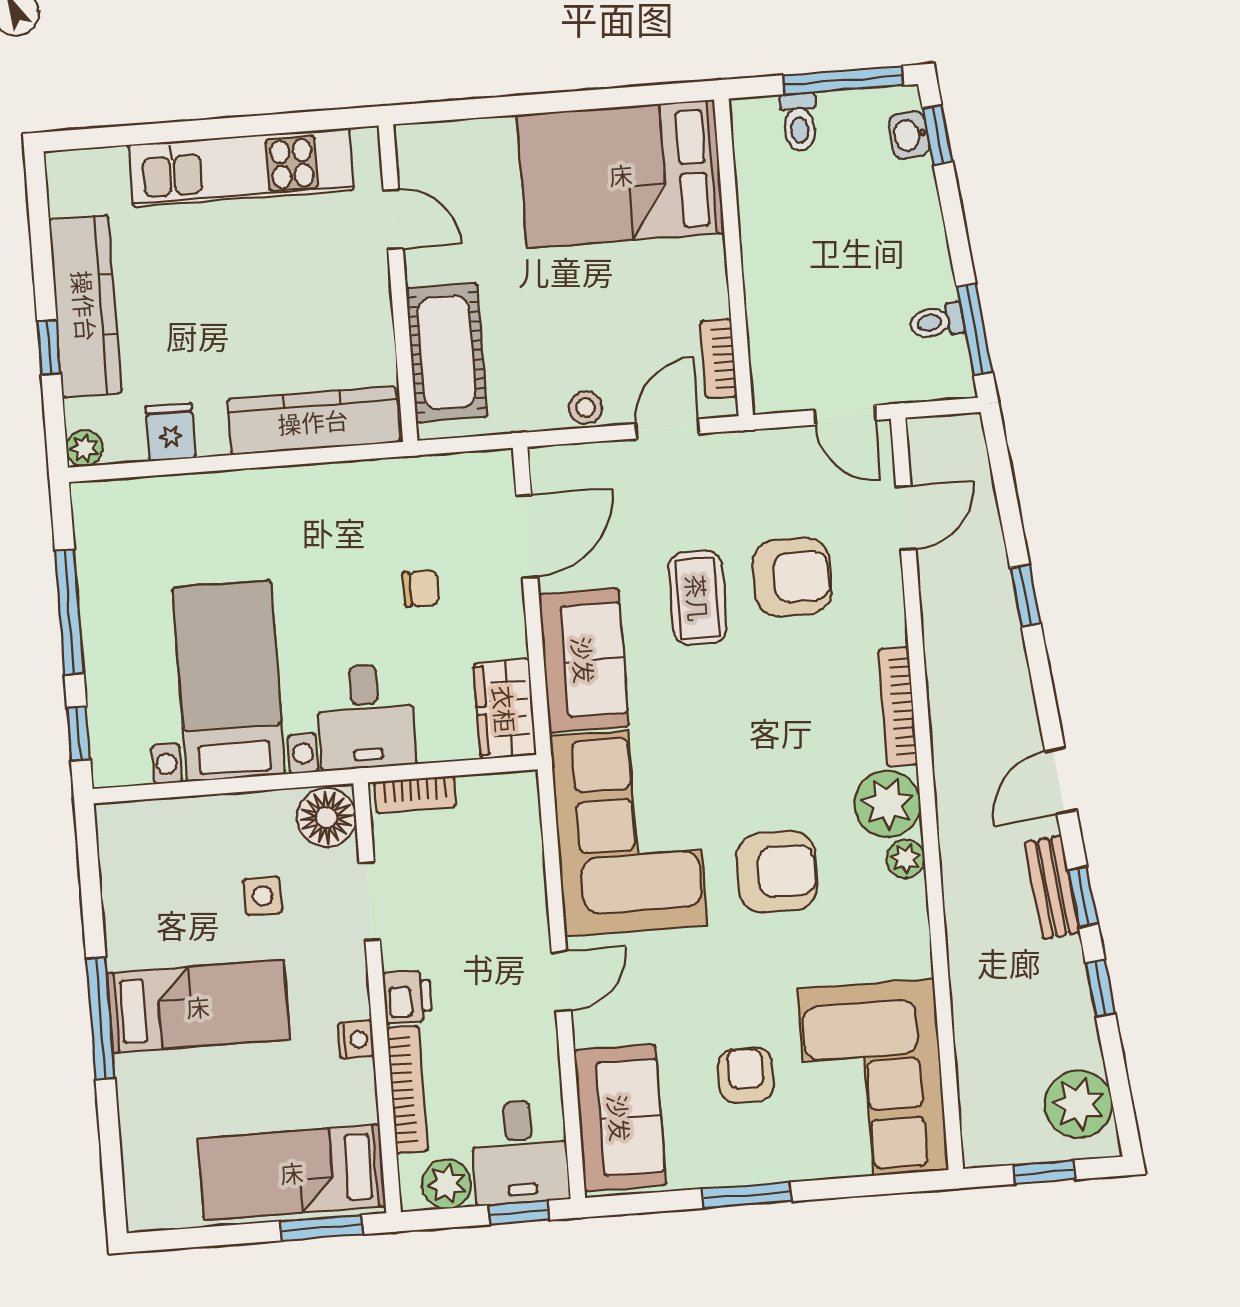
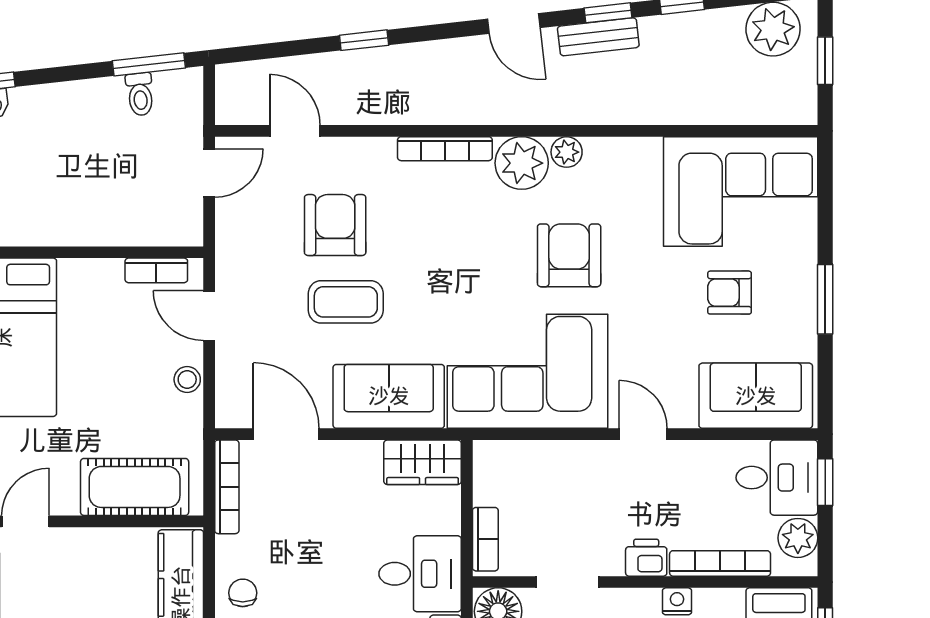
bookcase: (456, 467) -> (227, 487), added
chair: (421, 588) -> (243, 593), moved

